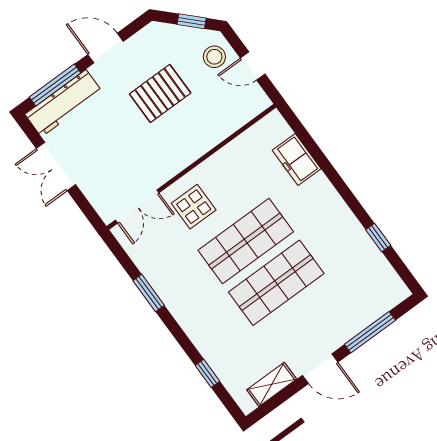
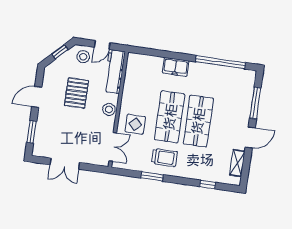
window: (55, 85) -> (32, 132), width x0.69
workbench: (64, 103) -> (114, 72), moved, turned 180
stool: (180, 155) -> (109, 109), added
freezer: (297, 159) -> (176, 67), moved
window: (378, 237) -> (220, 62), width x3.17
trolley: (188, 285) -> (164, 157), added

